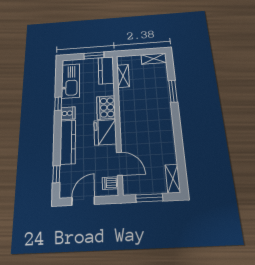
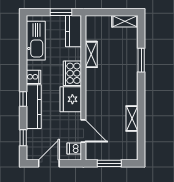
shelving: (123, 76) -> (91, 54), moved
window: (58, 104) -> (23, 99), moved
shelving: (173, 179) -> (132, 118), moved

